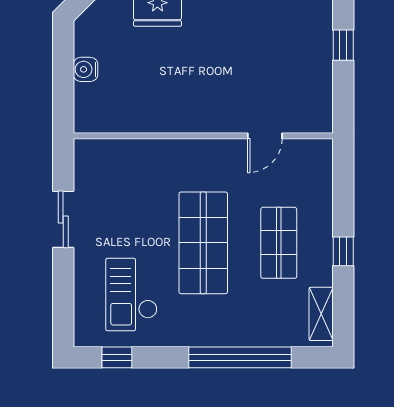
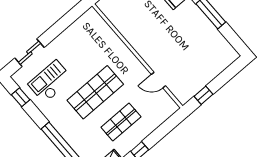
window: (343, 45) -> (203, 95), moved
sliding door: (63, 219) -> (29, 53), moved

